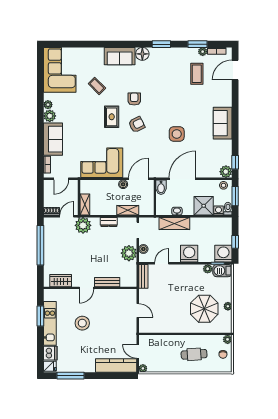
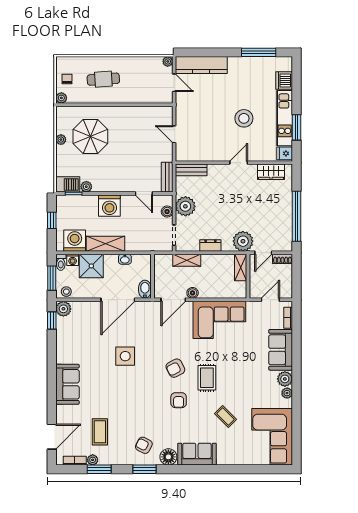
armchair: (162, 63) -> (144, 445), added
sofa: (223, 123) -> (67, 384), moved
shelving: (174, 223) -> (106, 244), moved
washing machine: (223, 254) -> (75, 241), moved, turned 180
door: (162, 263) -> (144, 194), hinge flipped
bench: (107, 282) -> (191, 170), moved
fridge: (50, 366) -> (285, 153), moved

